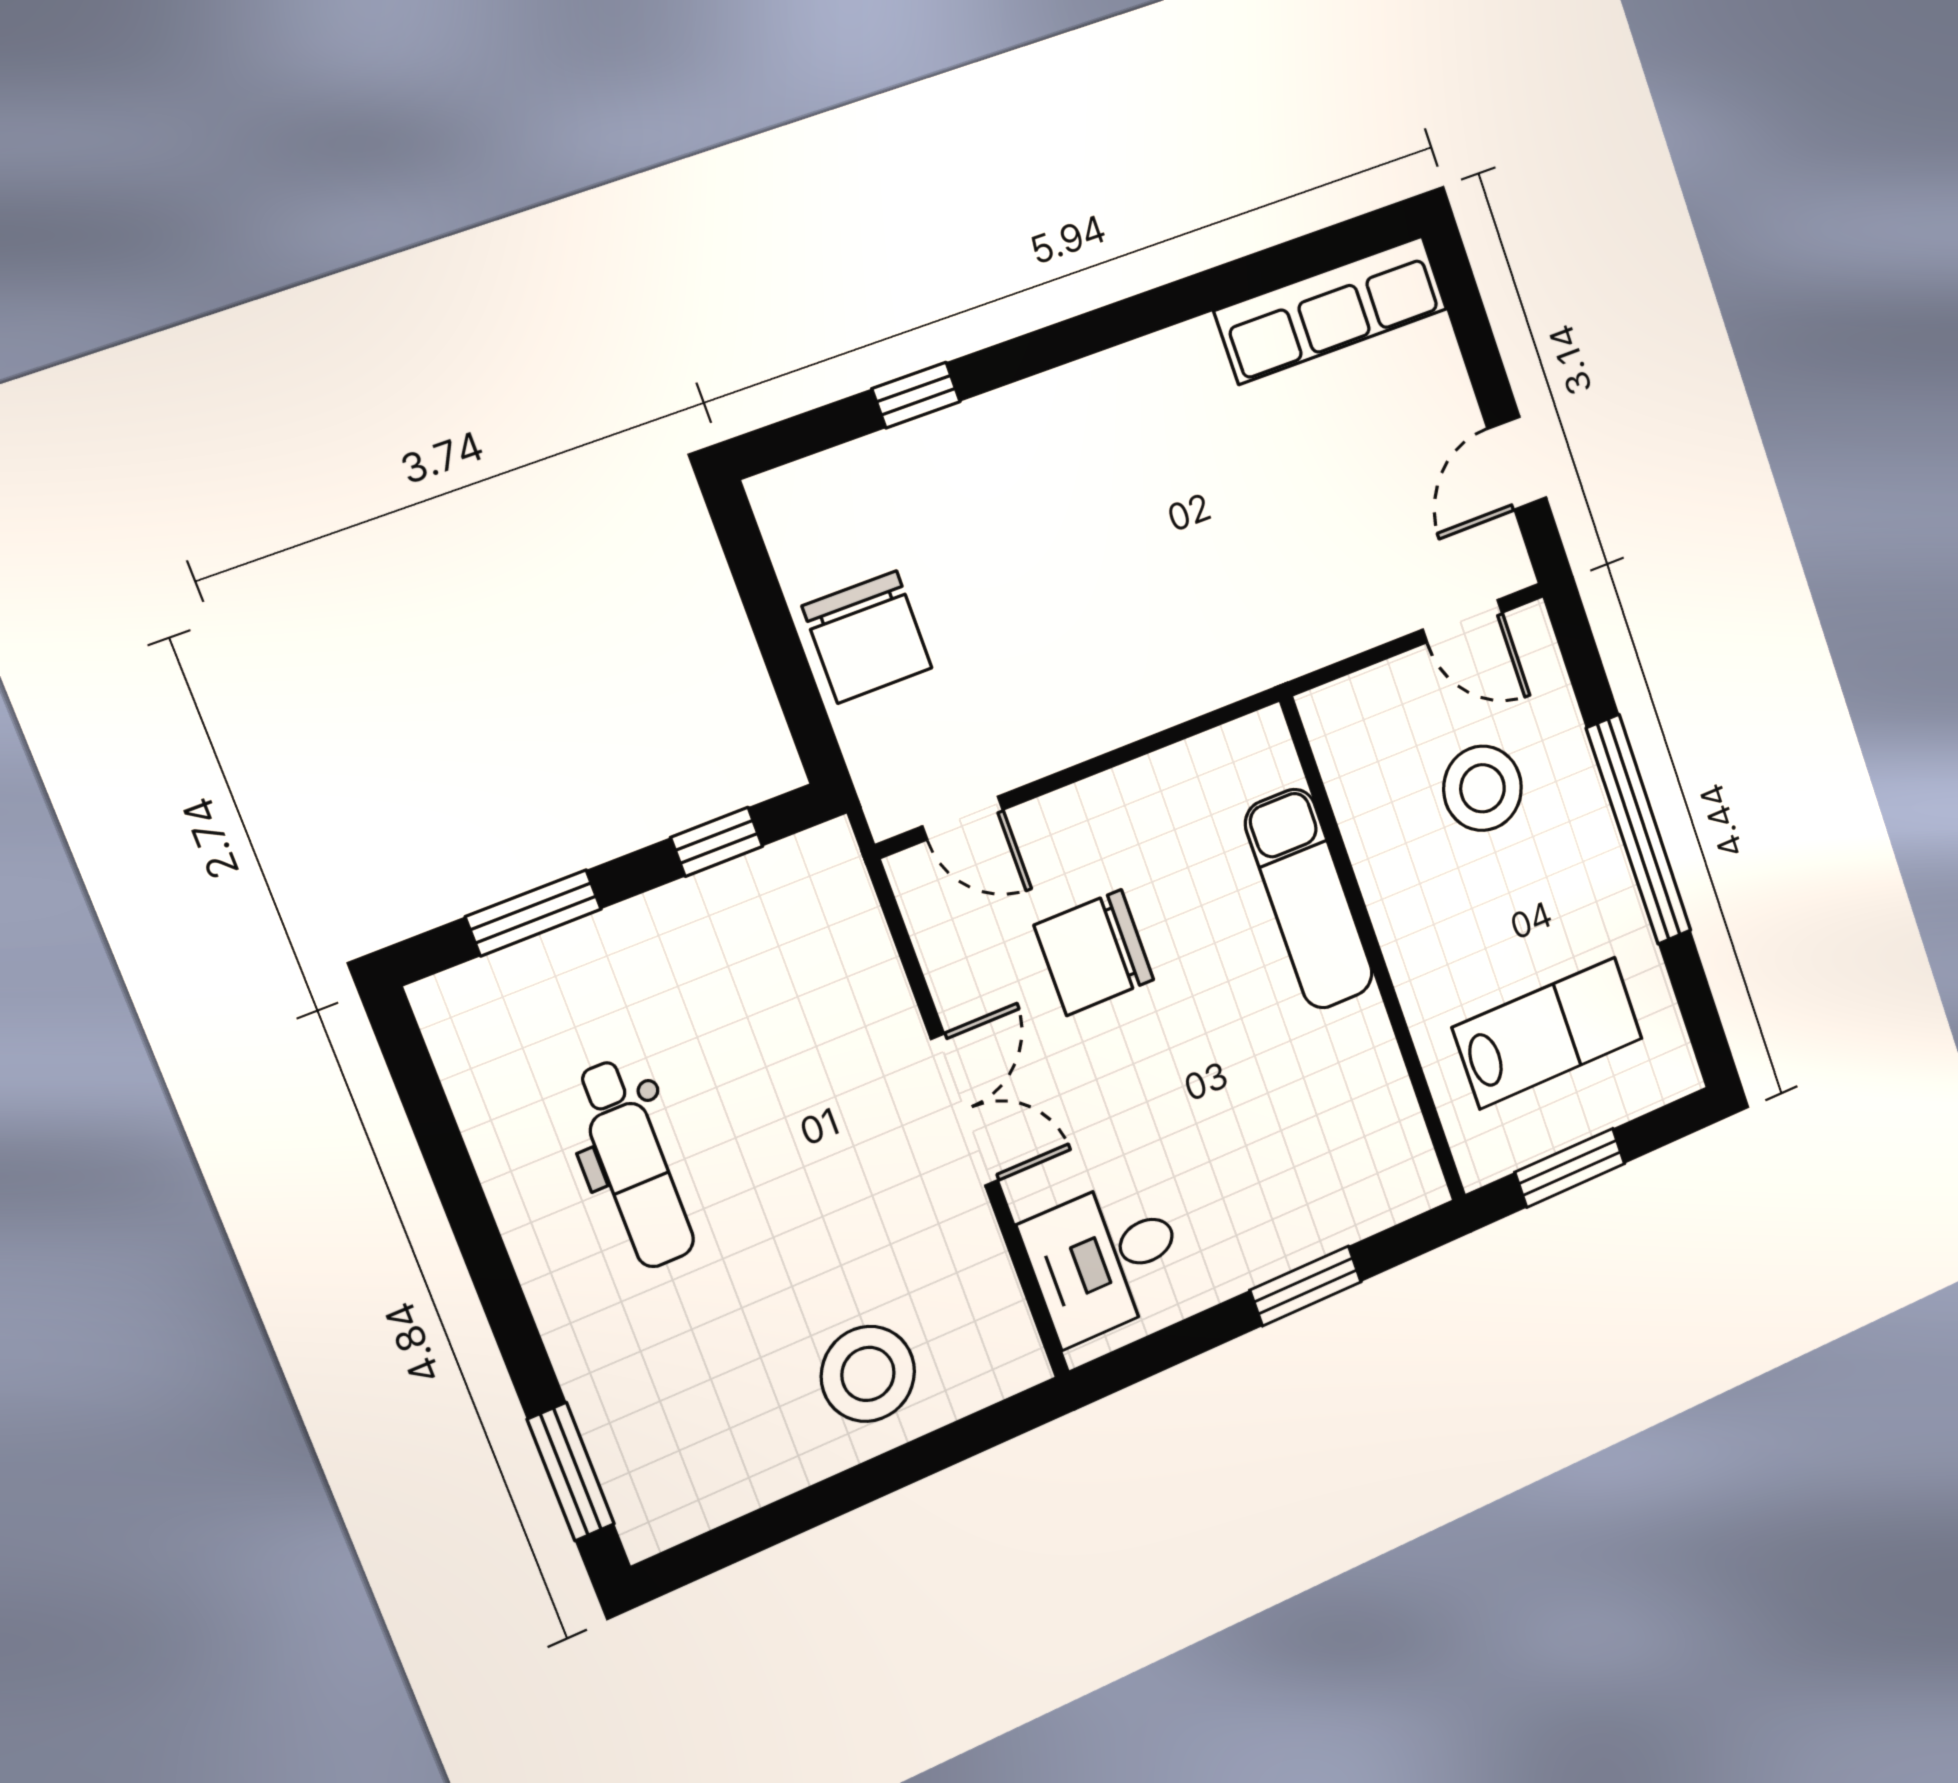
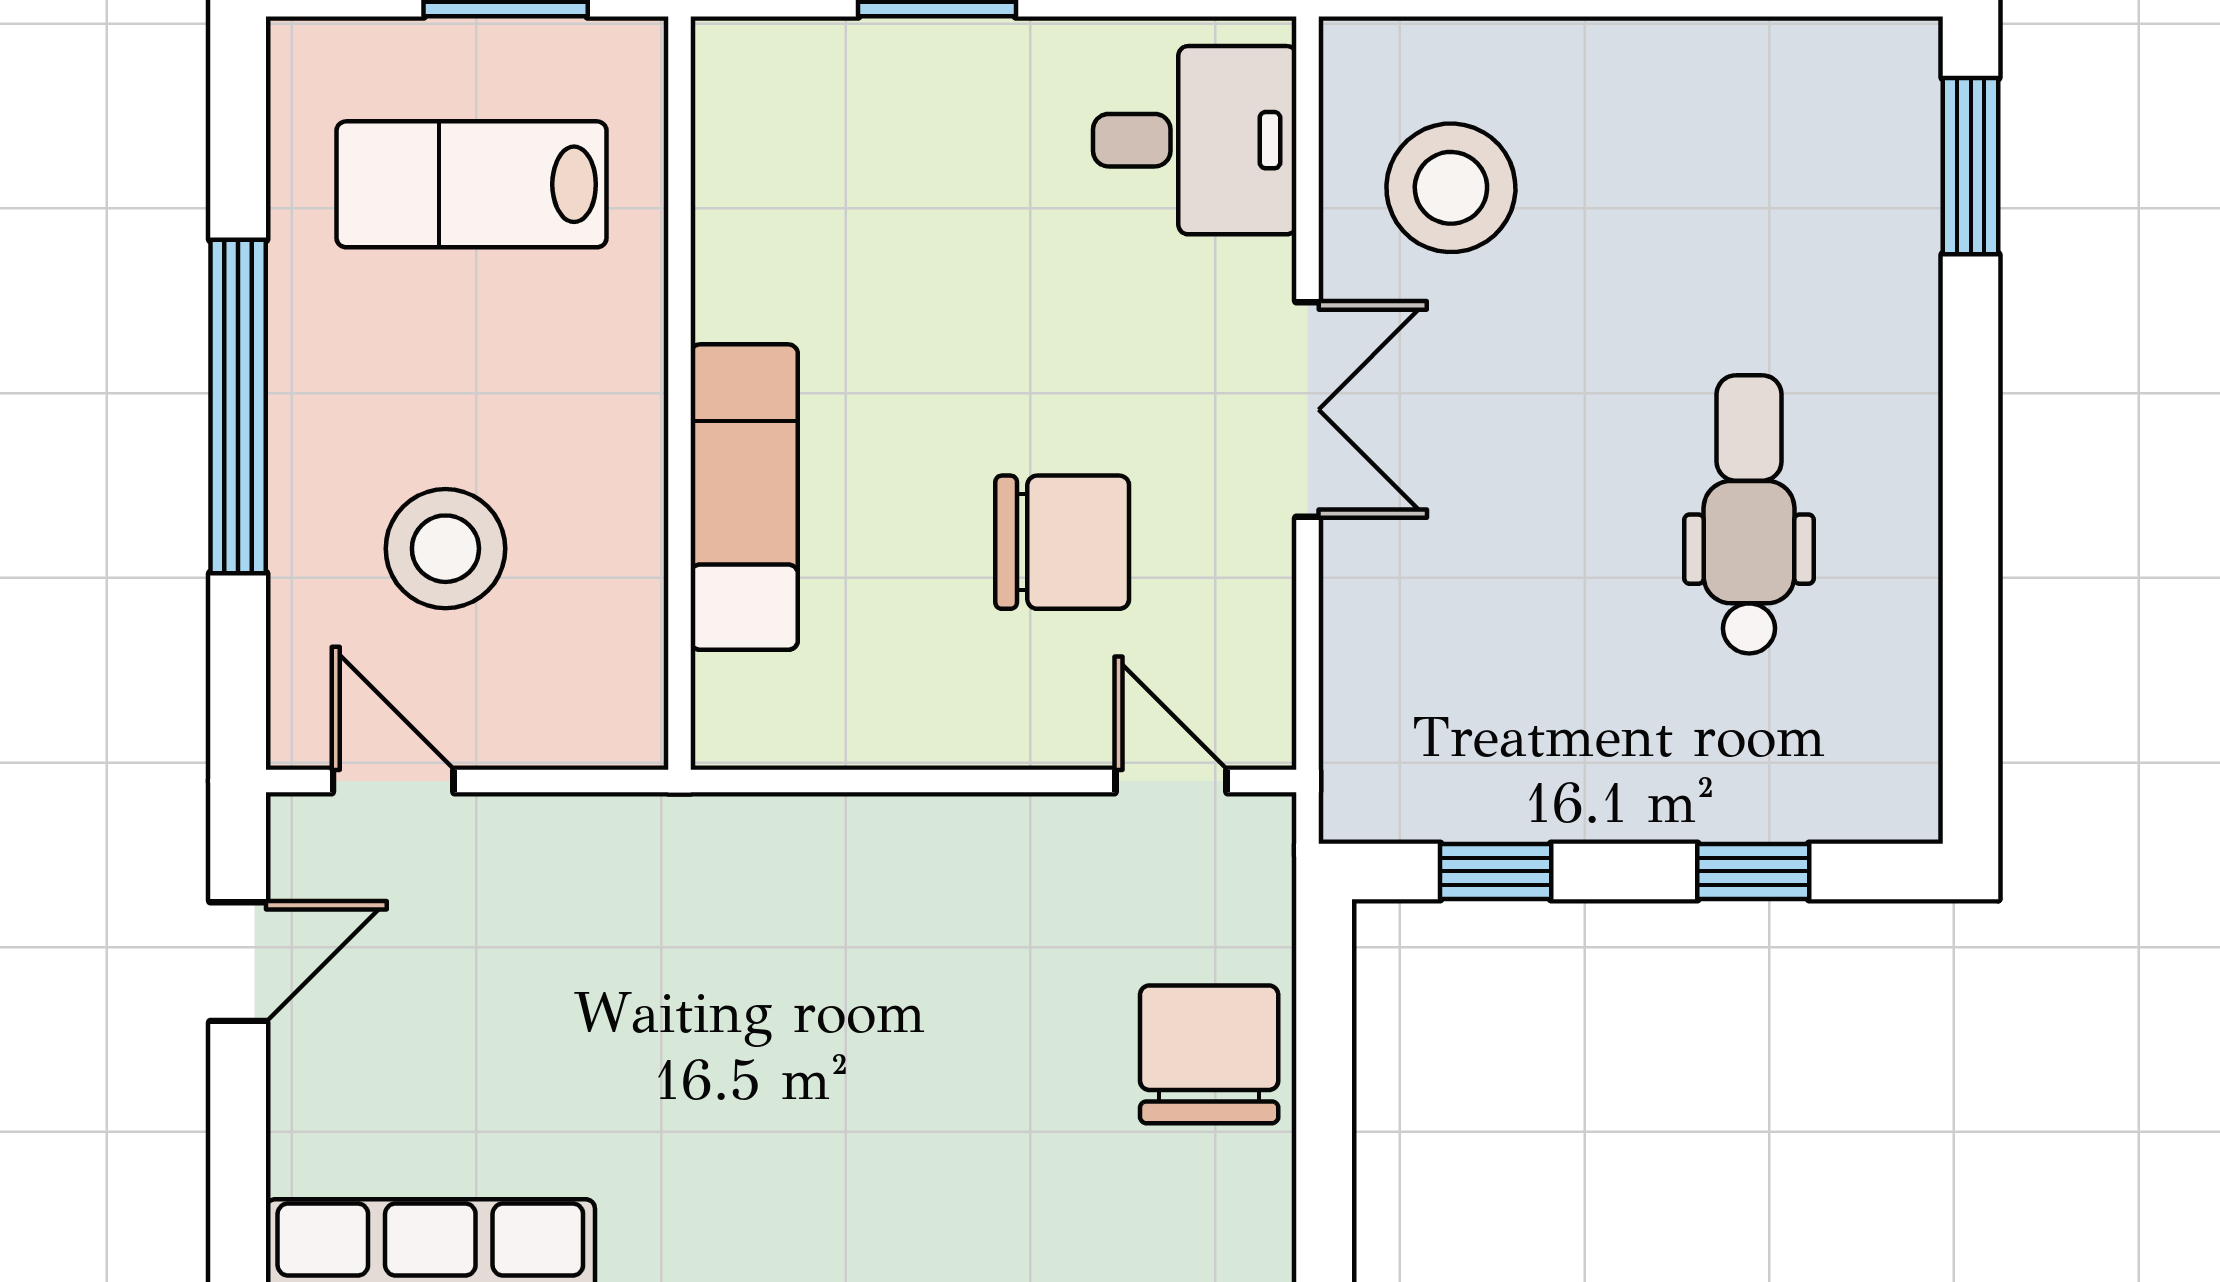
window: (533, 913) -> (1753, 871), width x0.67
double door: (965, 1110) -> (1307, 410), swing flipped
stool: (868, 1374) -> (1451, 188), moved

